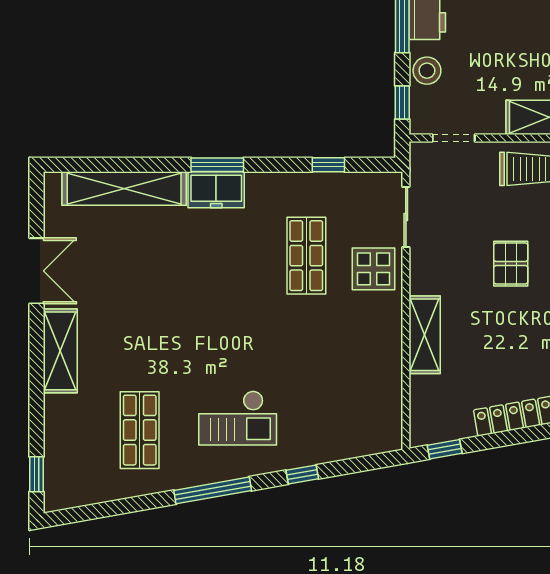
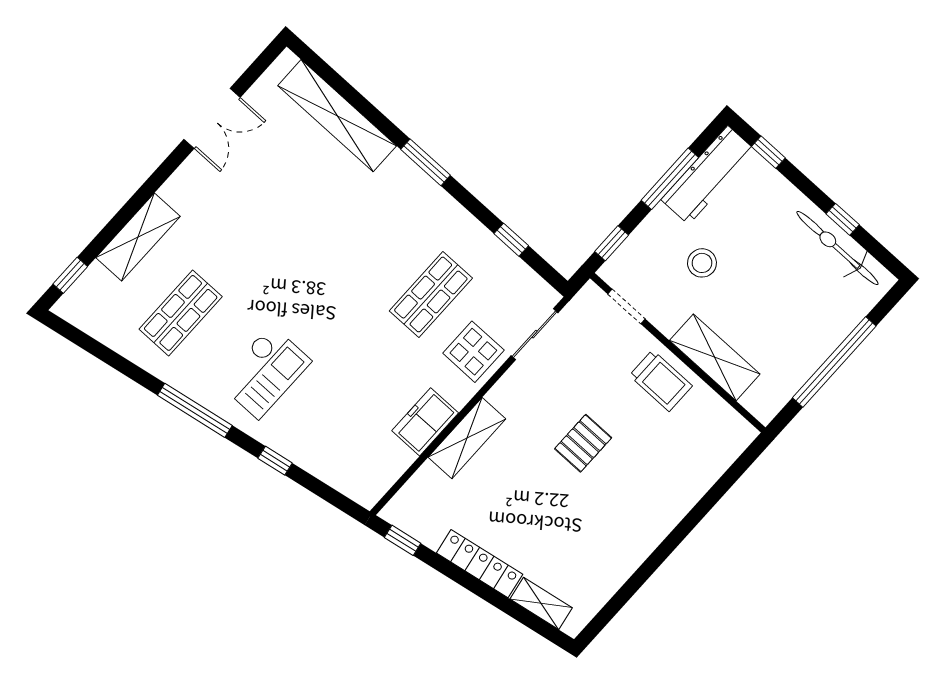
stool: (427, 71) -> (702, 263), moved
freezer: (216, 190) -> (425, 422), moved, turned 90
shelving: (60, 351) -> (138, 237), moved
checkout: (238, 418) -> (265, 372), turned -90

